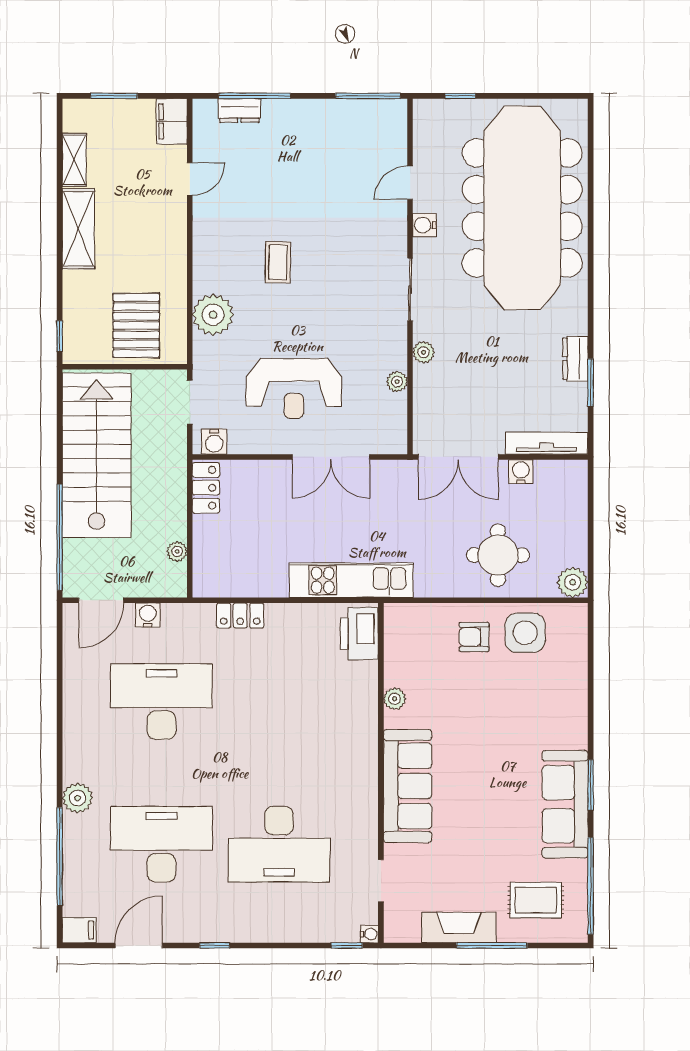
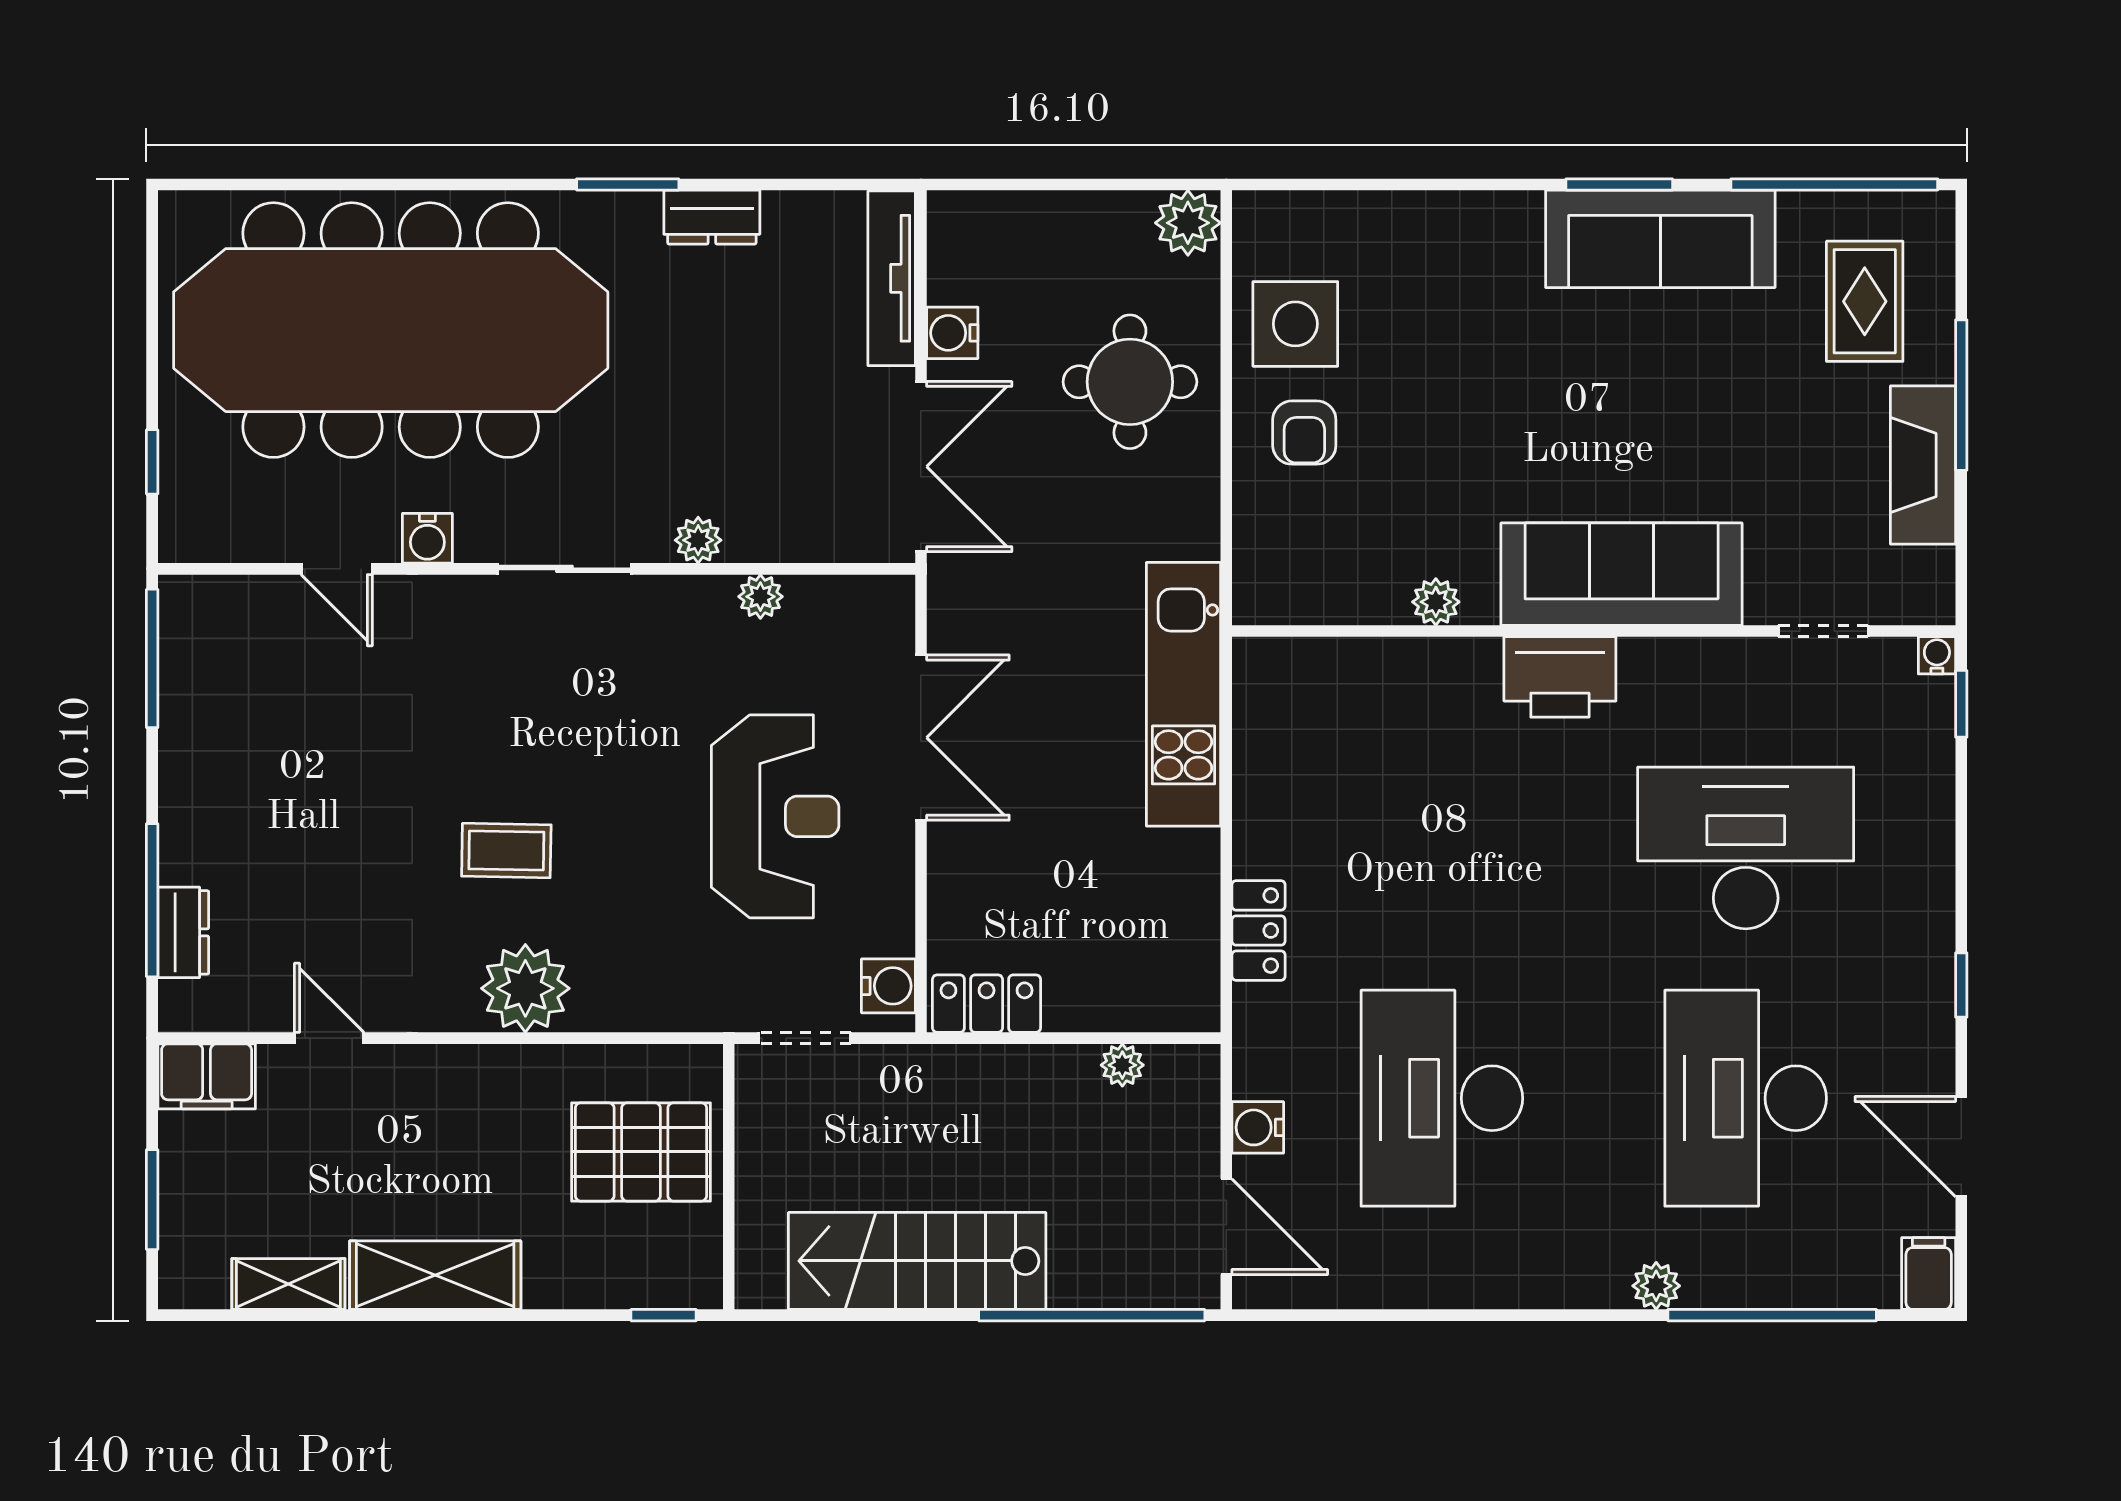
plant: (213, 315) -> (525, 988), moved
window: (591, 383) -> (628, 184), moved
stairs: (97, 455) -> (917, 1261), width x0.73, depth x0.66
printer: (359, 634) -> (1560, 677), moved
plant: (78, 798) -> (1656, 1286), width x0.73, depth x0.73
desk: (279, 844) -> (1746, 848), turned -90

